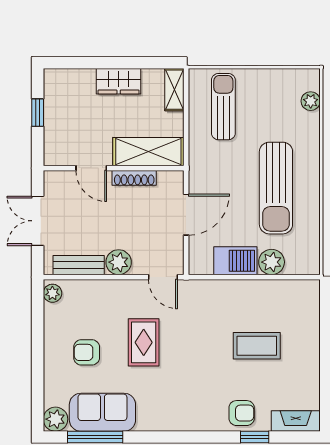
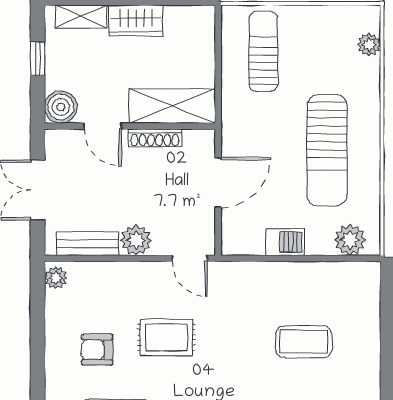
shelving: (174, 90) -> (81, 16), moved, turned 90
boiler: (57, 152) -> (61, 107), added
barbecue: (235, 261) -> (285, 242), width x0.73, depth x0.79
plant: (272, 262) -> (350, 240), moved
rug: (144, 342) -> (166, 338), turned 90

